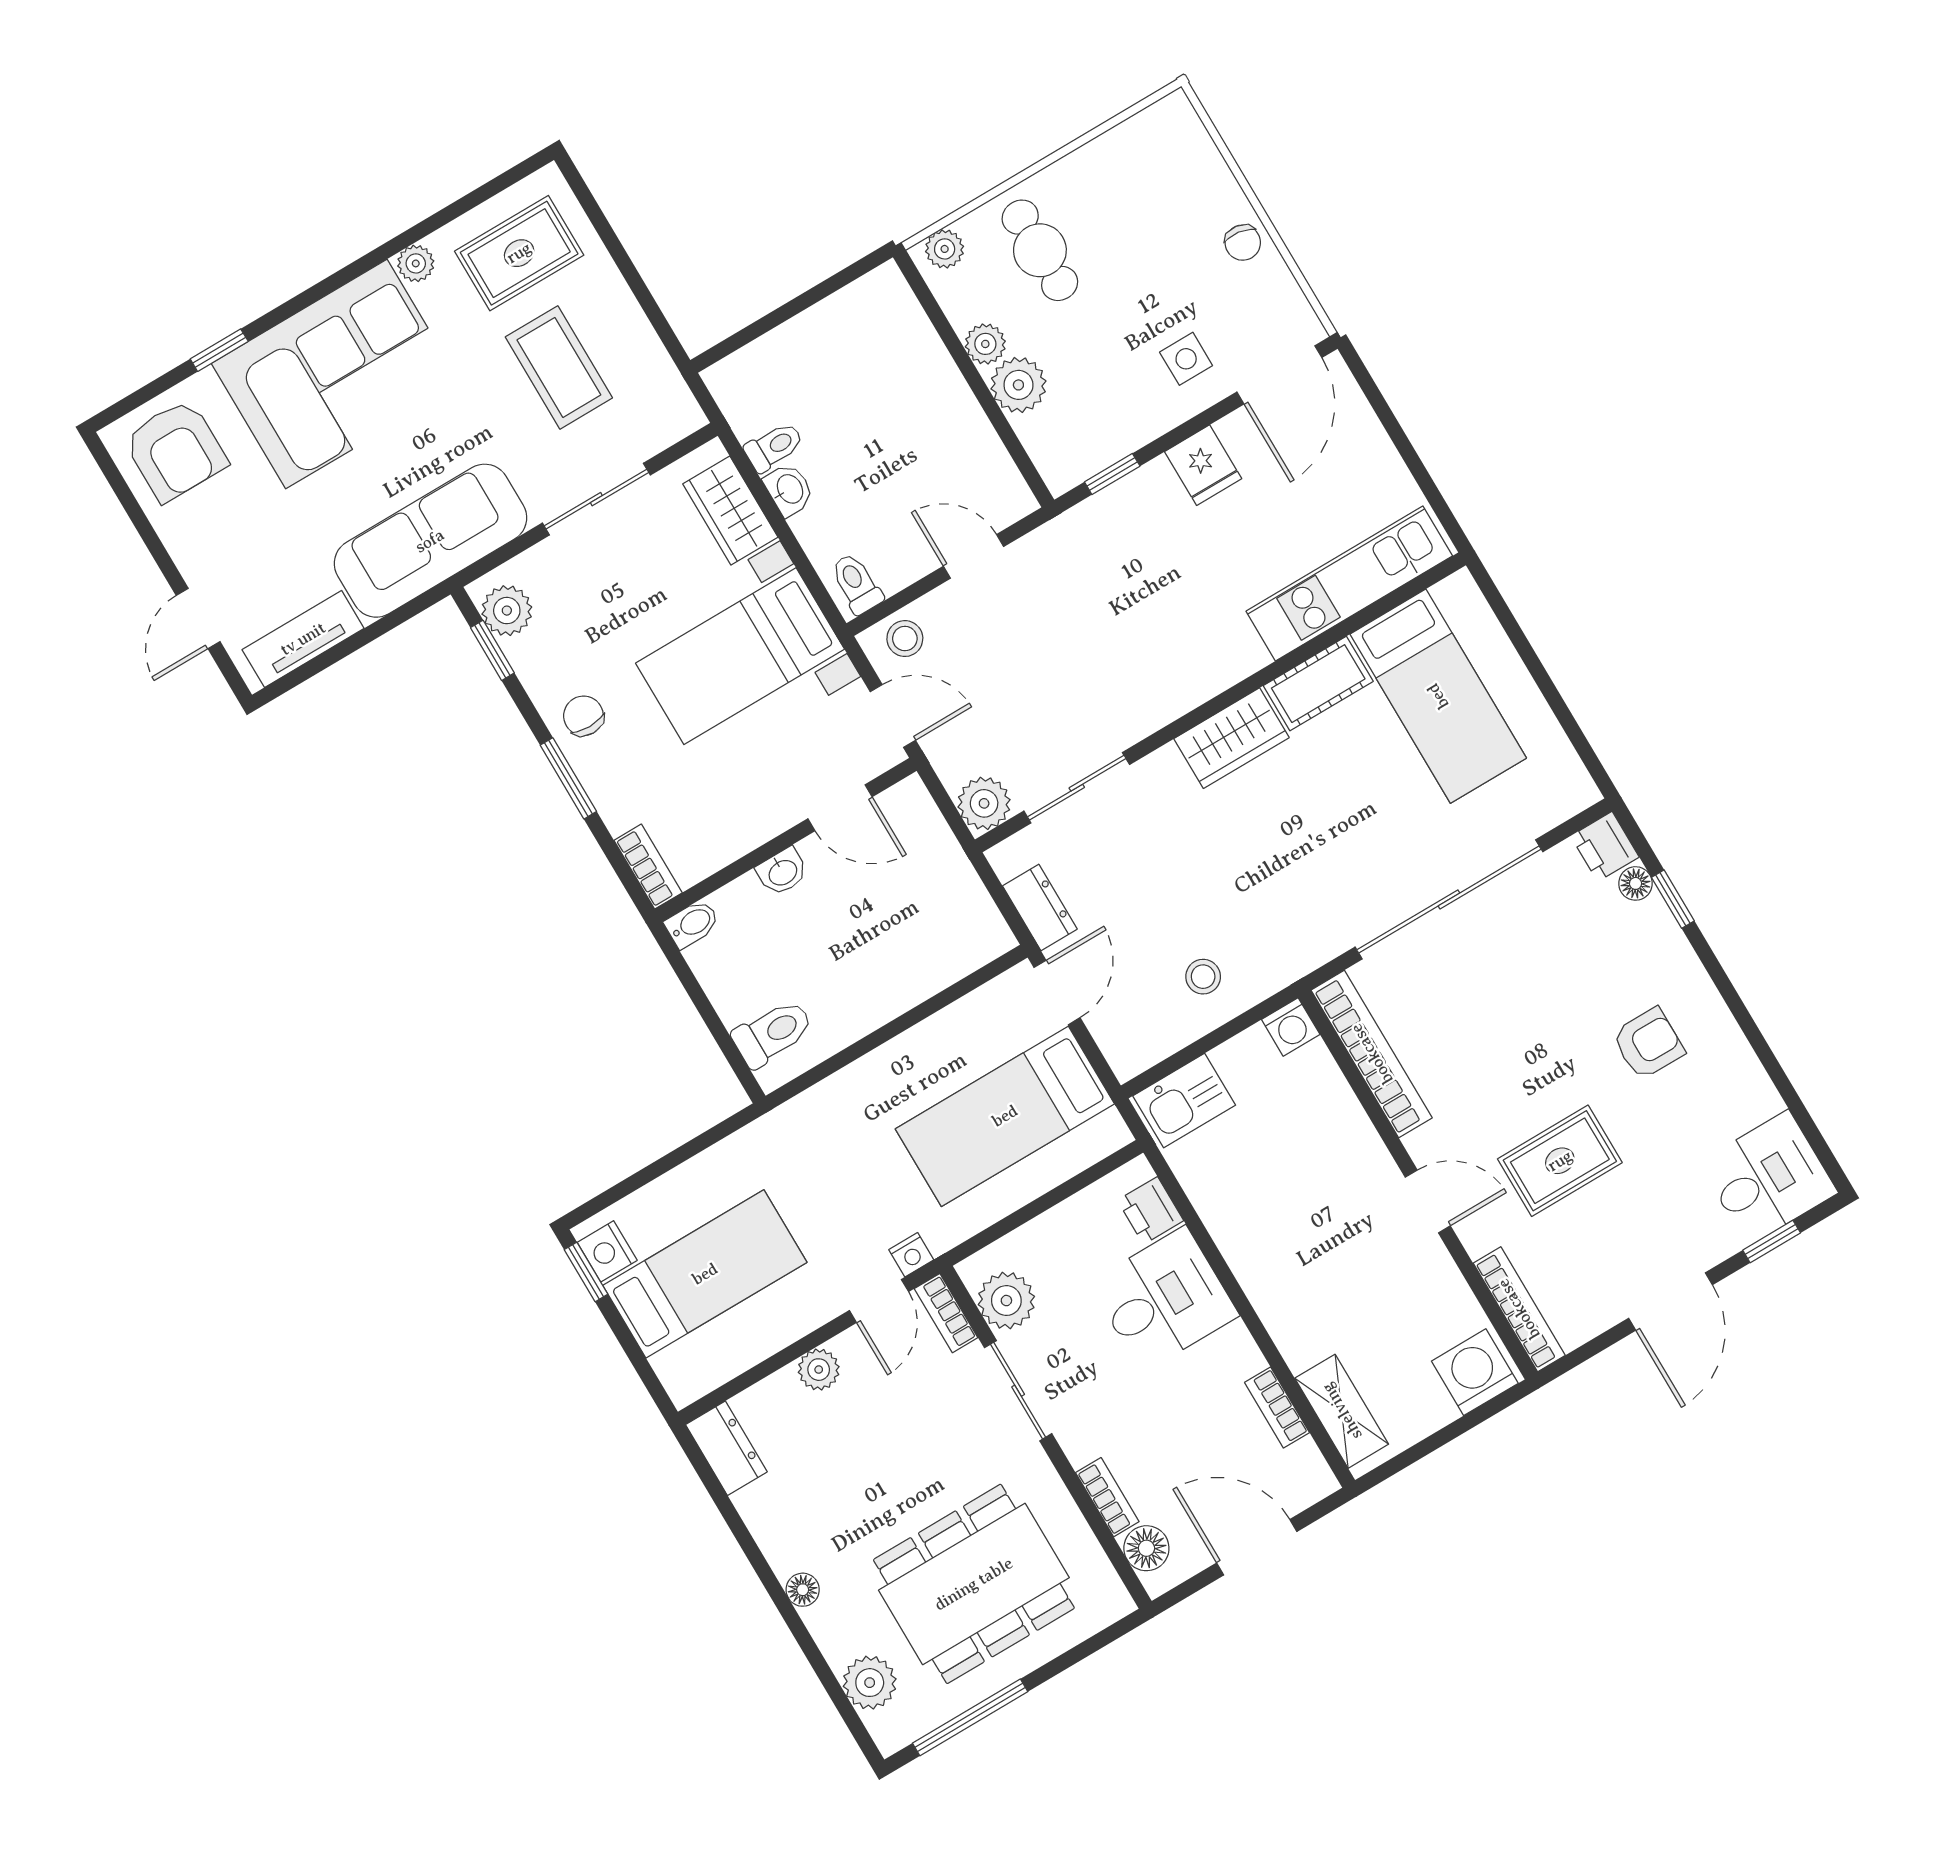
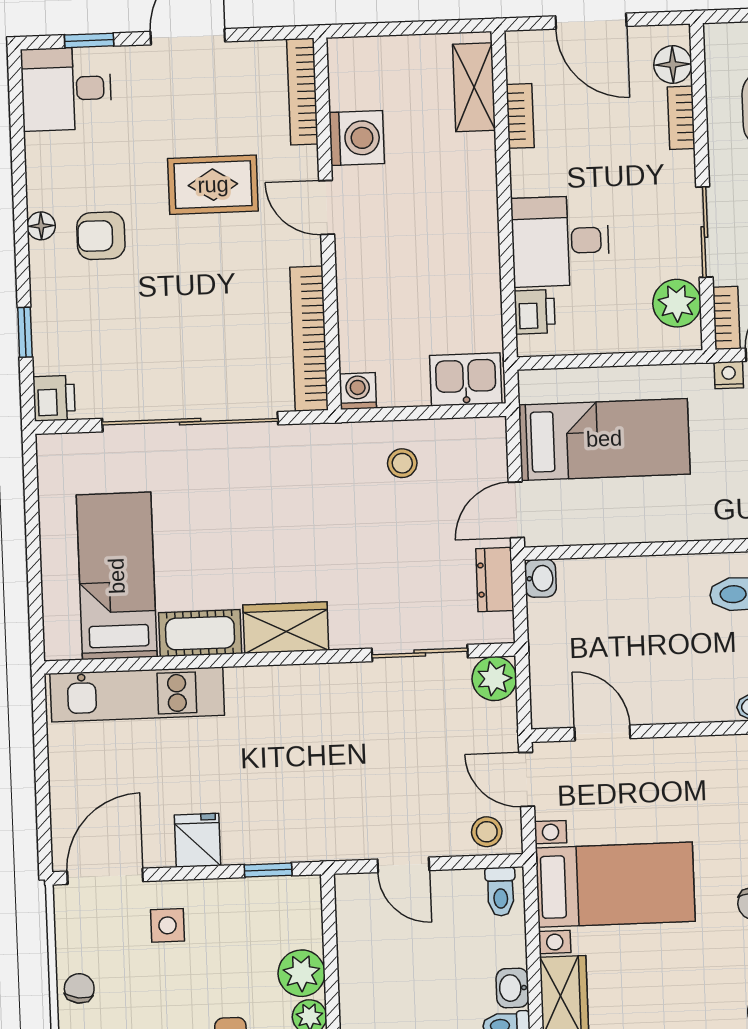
washbasin: (782, 872) -> (540, 578), moved, turned 90
floor lamp: (1636, 883) -> (41, 226), moved
washing machine: (1475, 1372) -> (357, 138), moved, turned -90

